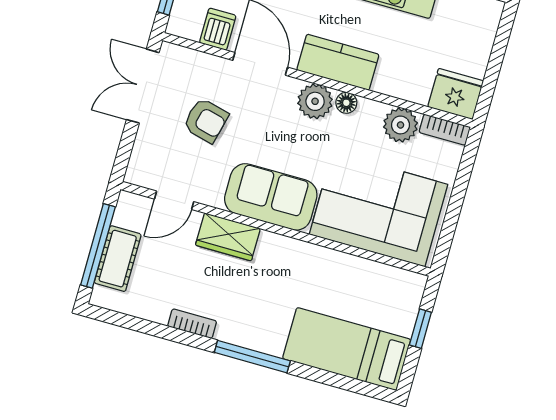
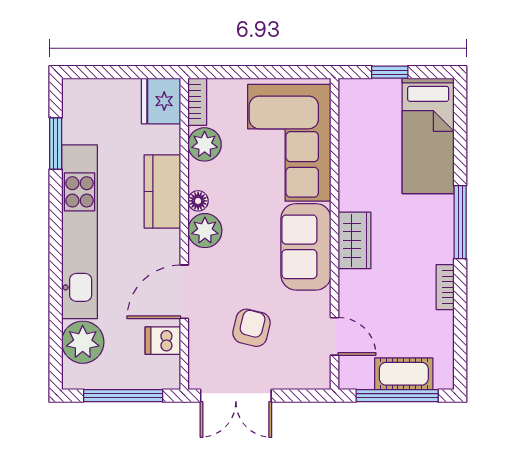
kitchen counter: (338, 62) -> (162, 191), moved
wardrobe: (228, 237) -> (354, 240), moved

